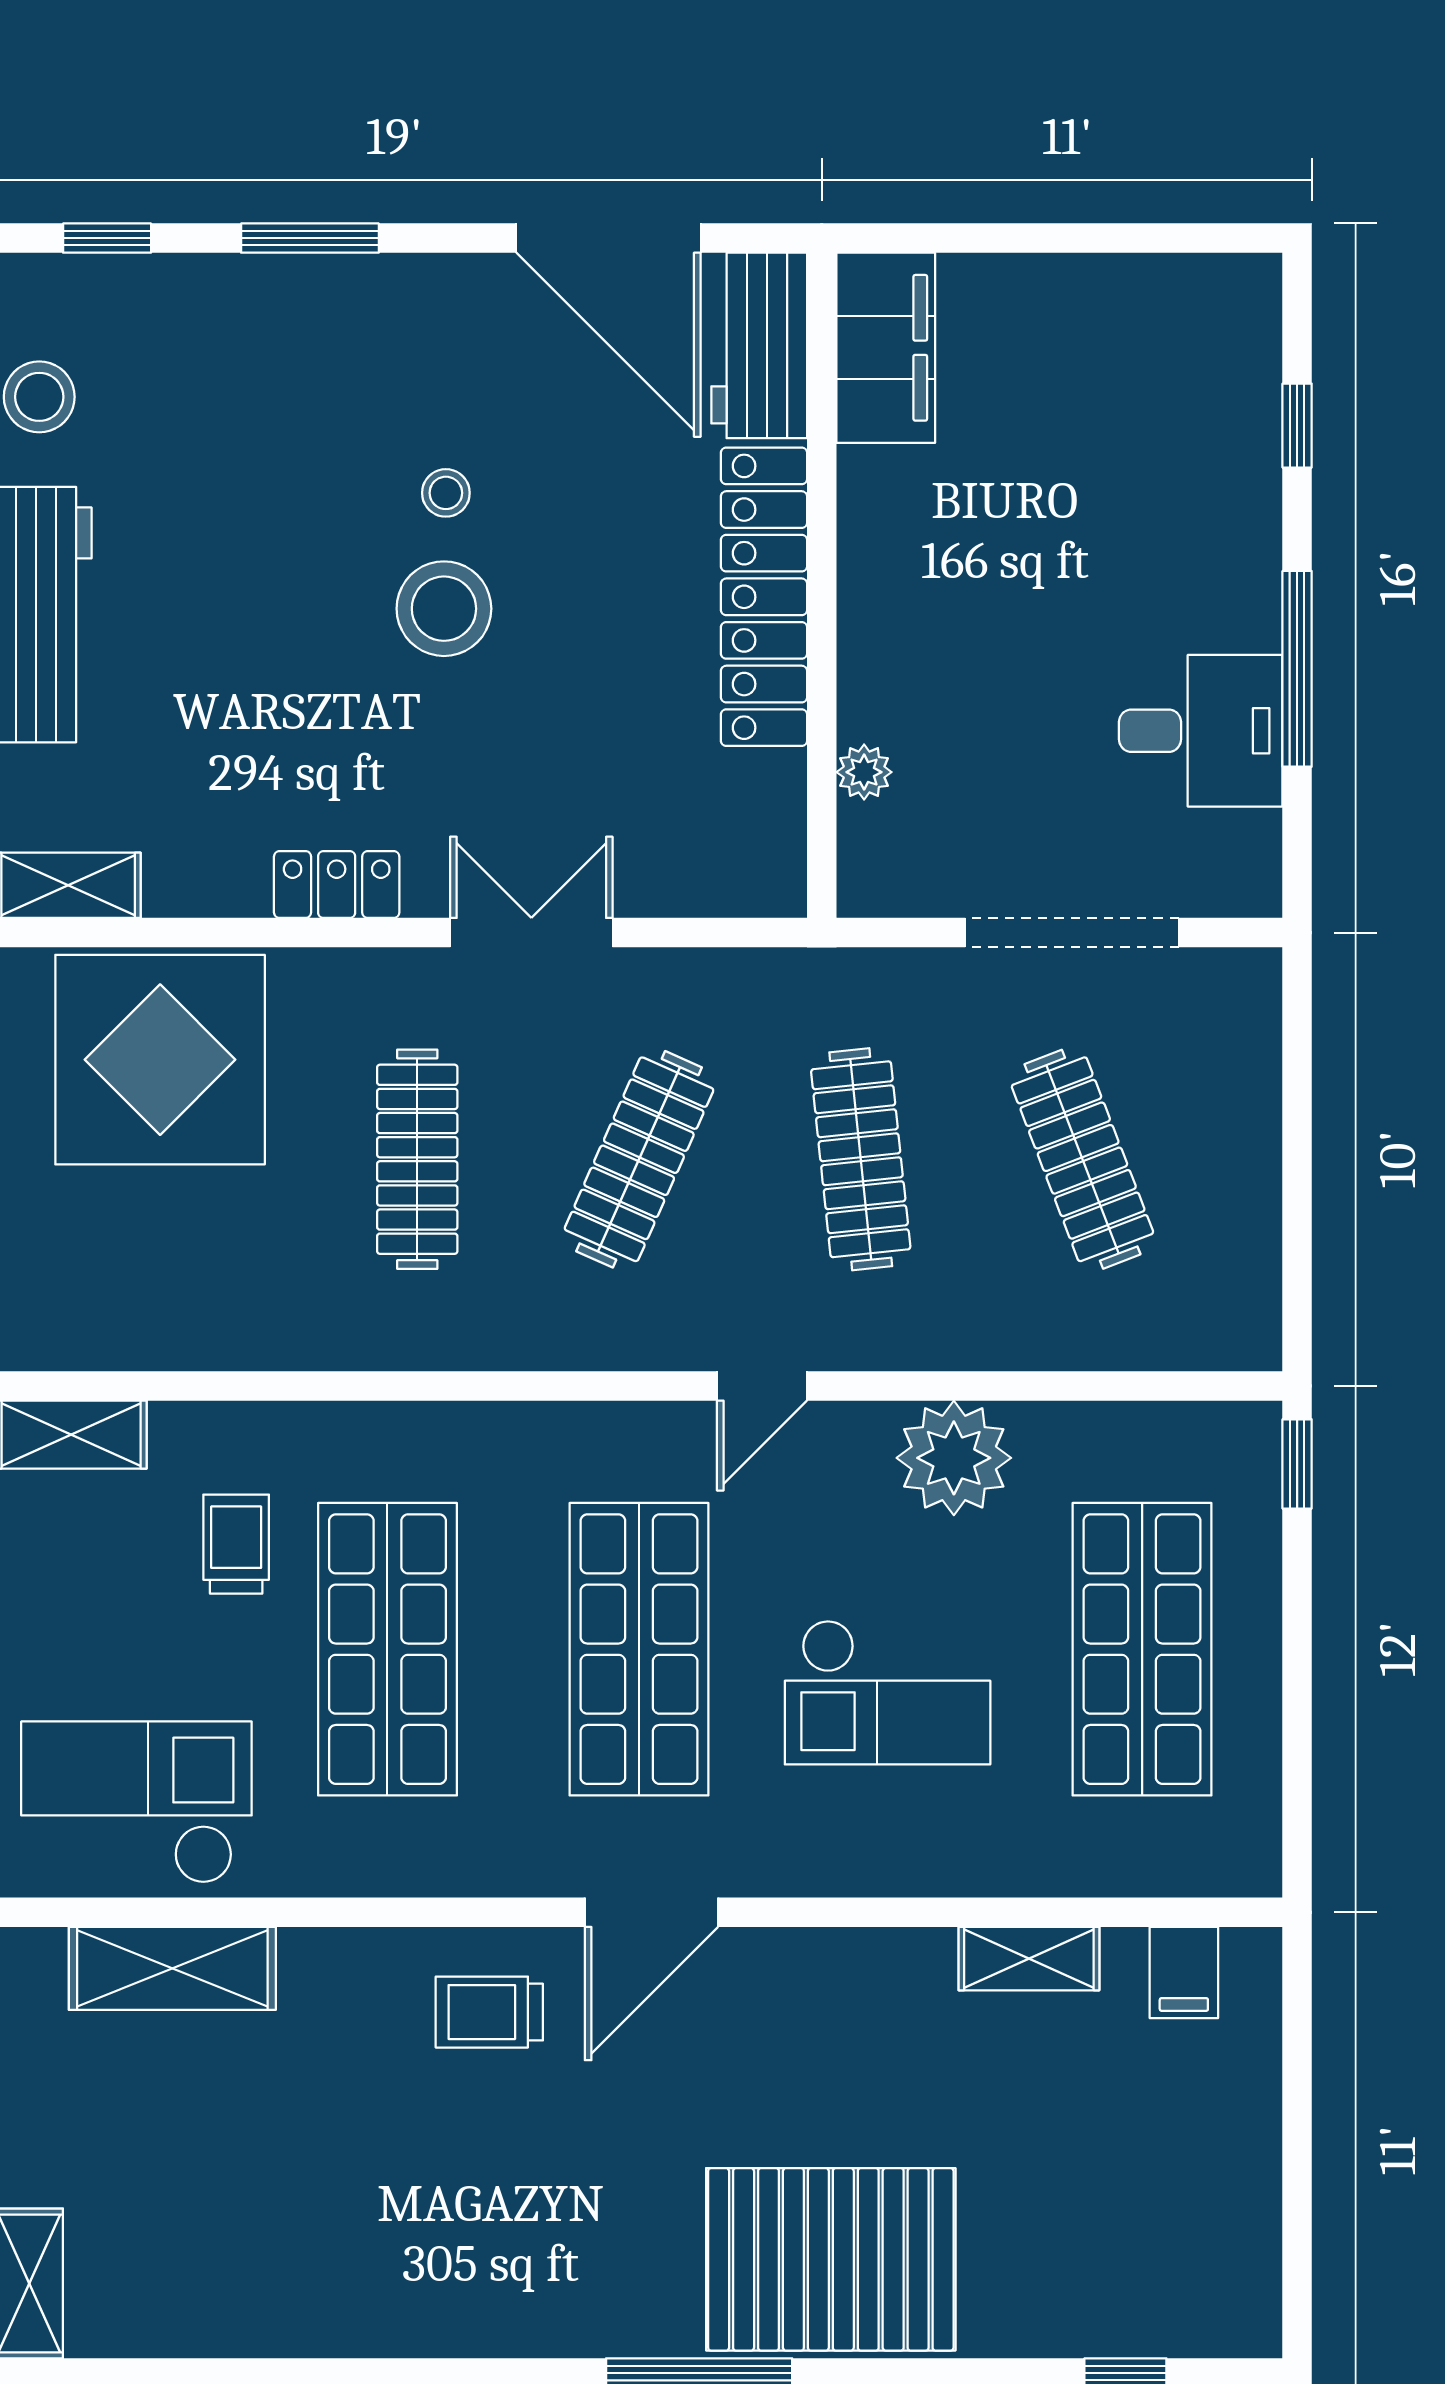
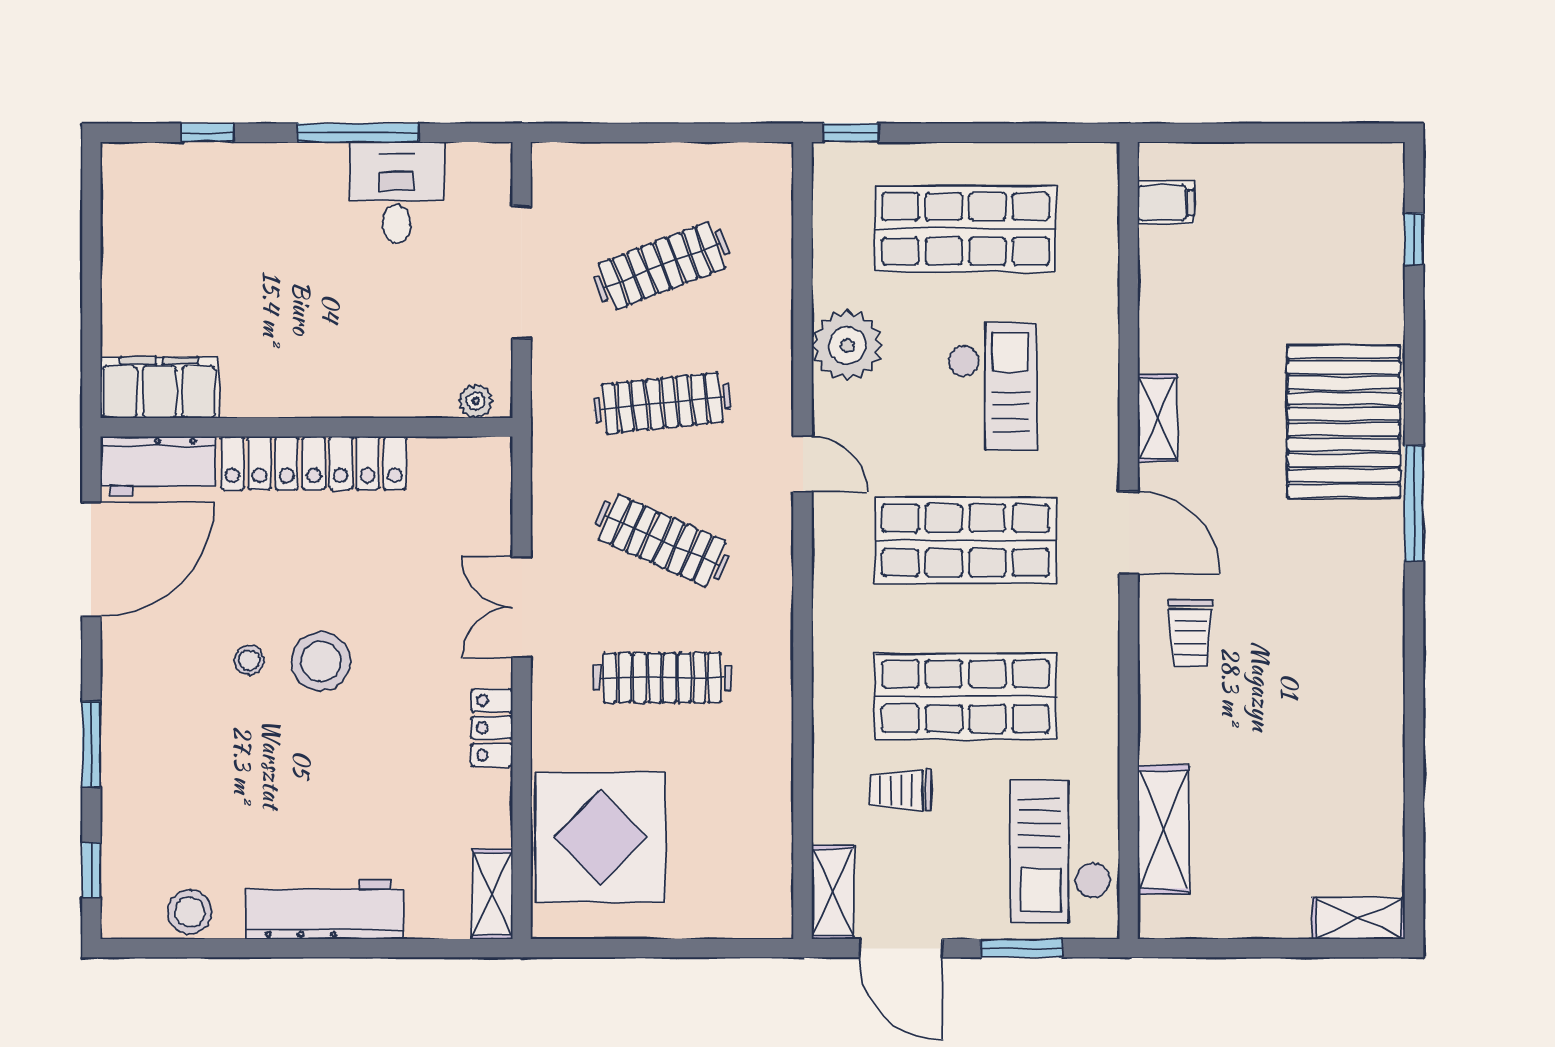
plant: (864, 772) -> (476, 401), moved
shelving: (1029, 1959) -> (1157, 418), moved

